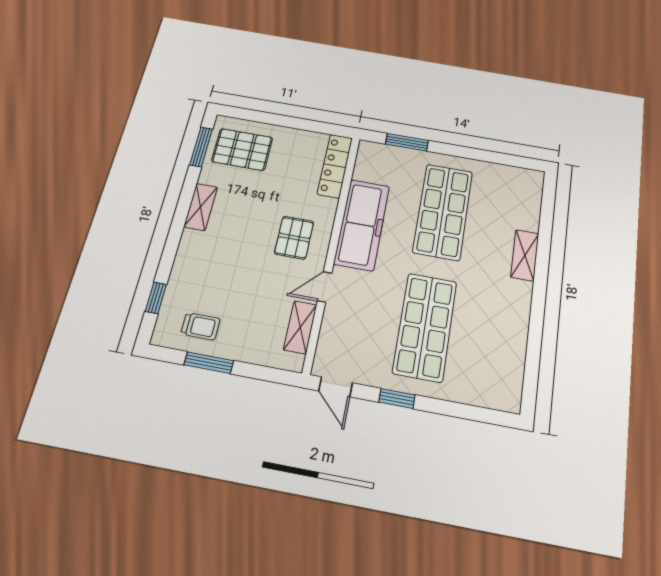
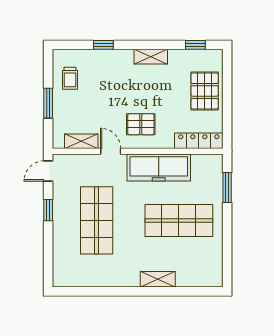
window: (201, 147) -> (195, 45), width x0.67
pallet: (242, 149) -> (205, 91), moved
window: (156, 298) -> (103, 45), moved
shop shelf: (425, 327) -> (97, 220), turned 90
window: (209, 363) -> (48, 103), moved

